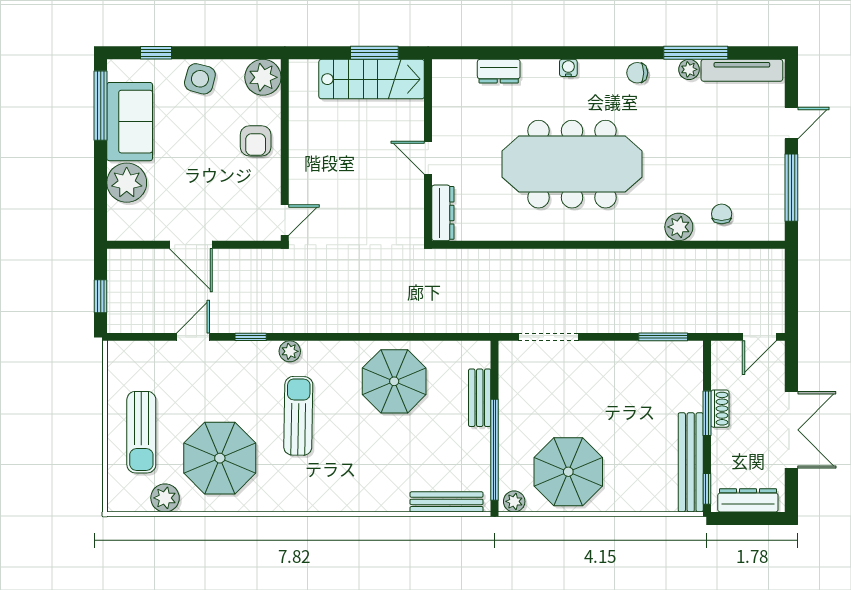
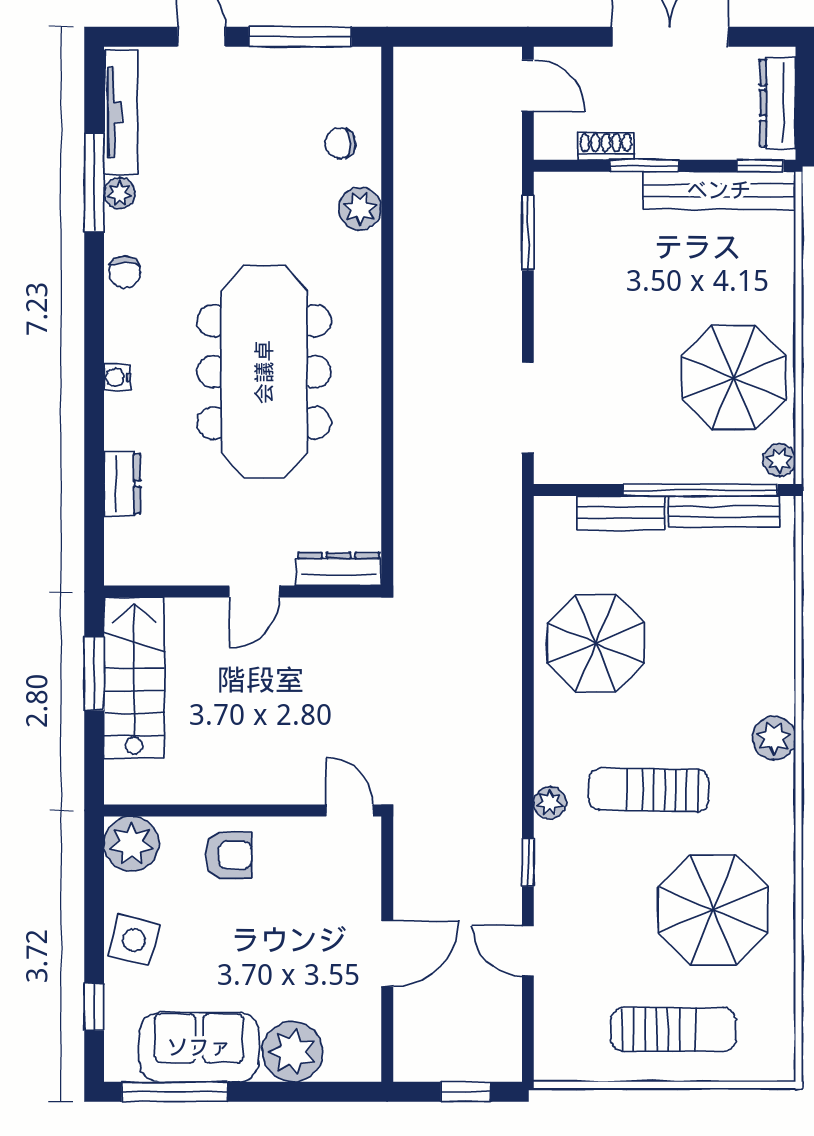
shoe rack: (720, 409) -> (606, 146), moved
plant: (165, 498) -> (774, 738), moved
bench: (447, 502) -> (724, 511), moved, turned 90

